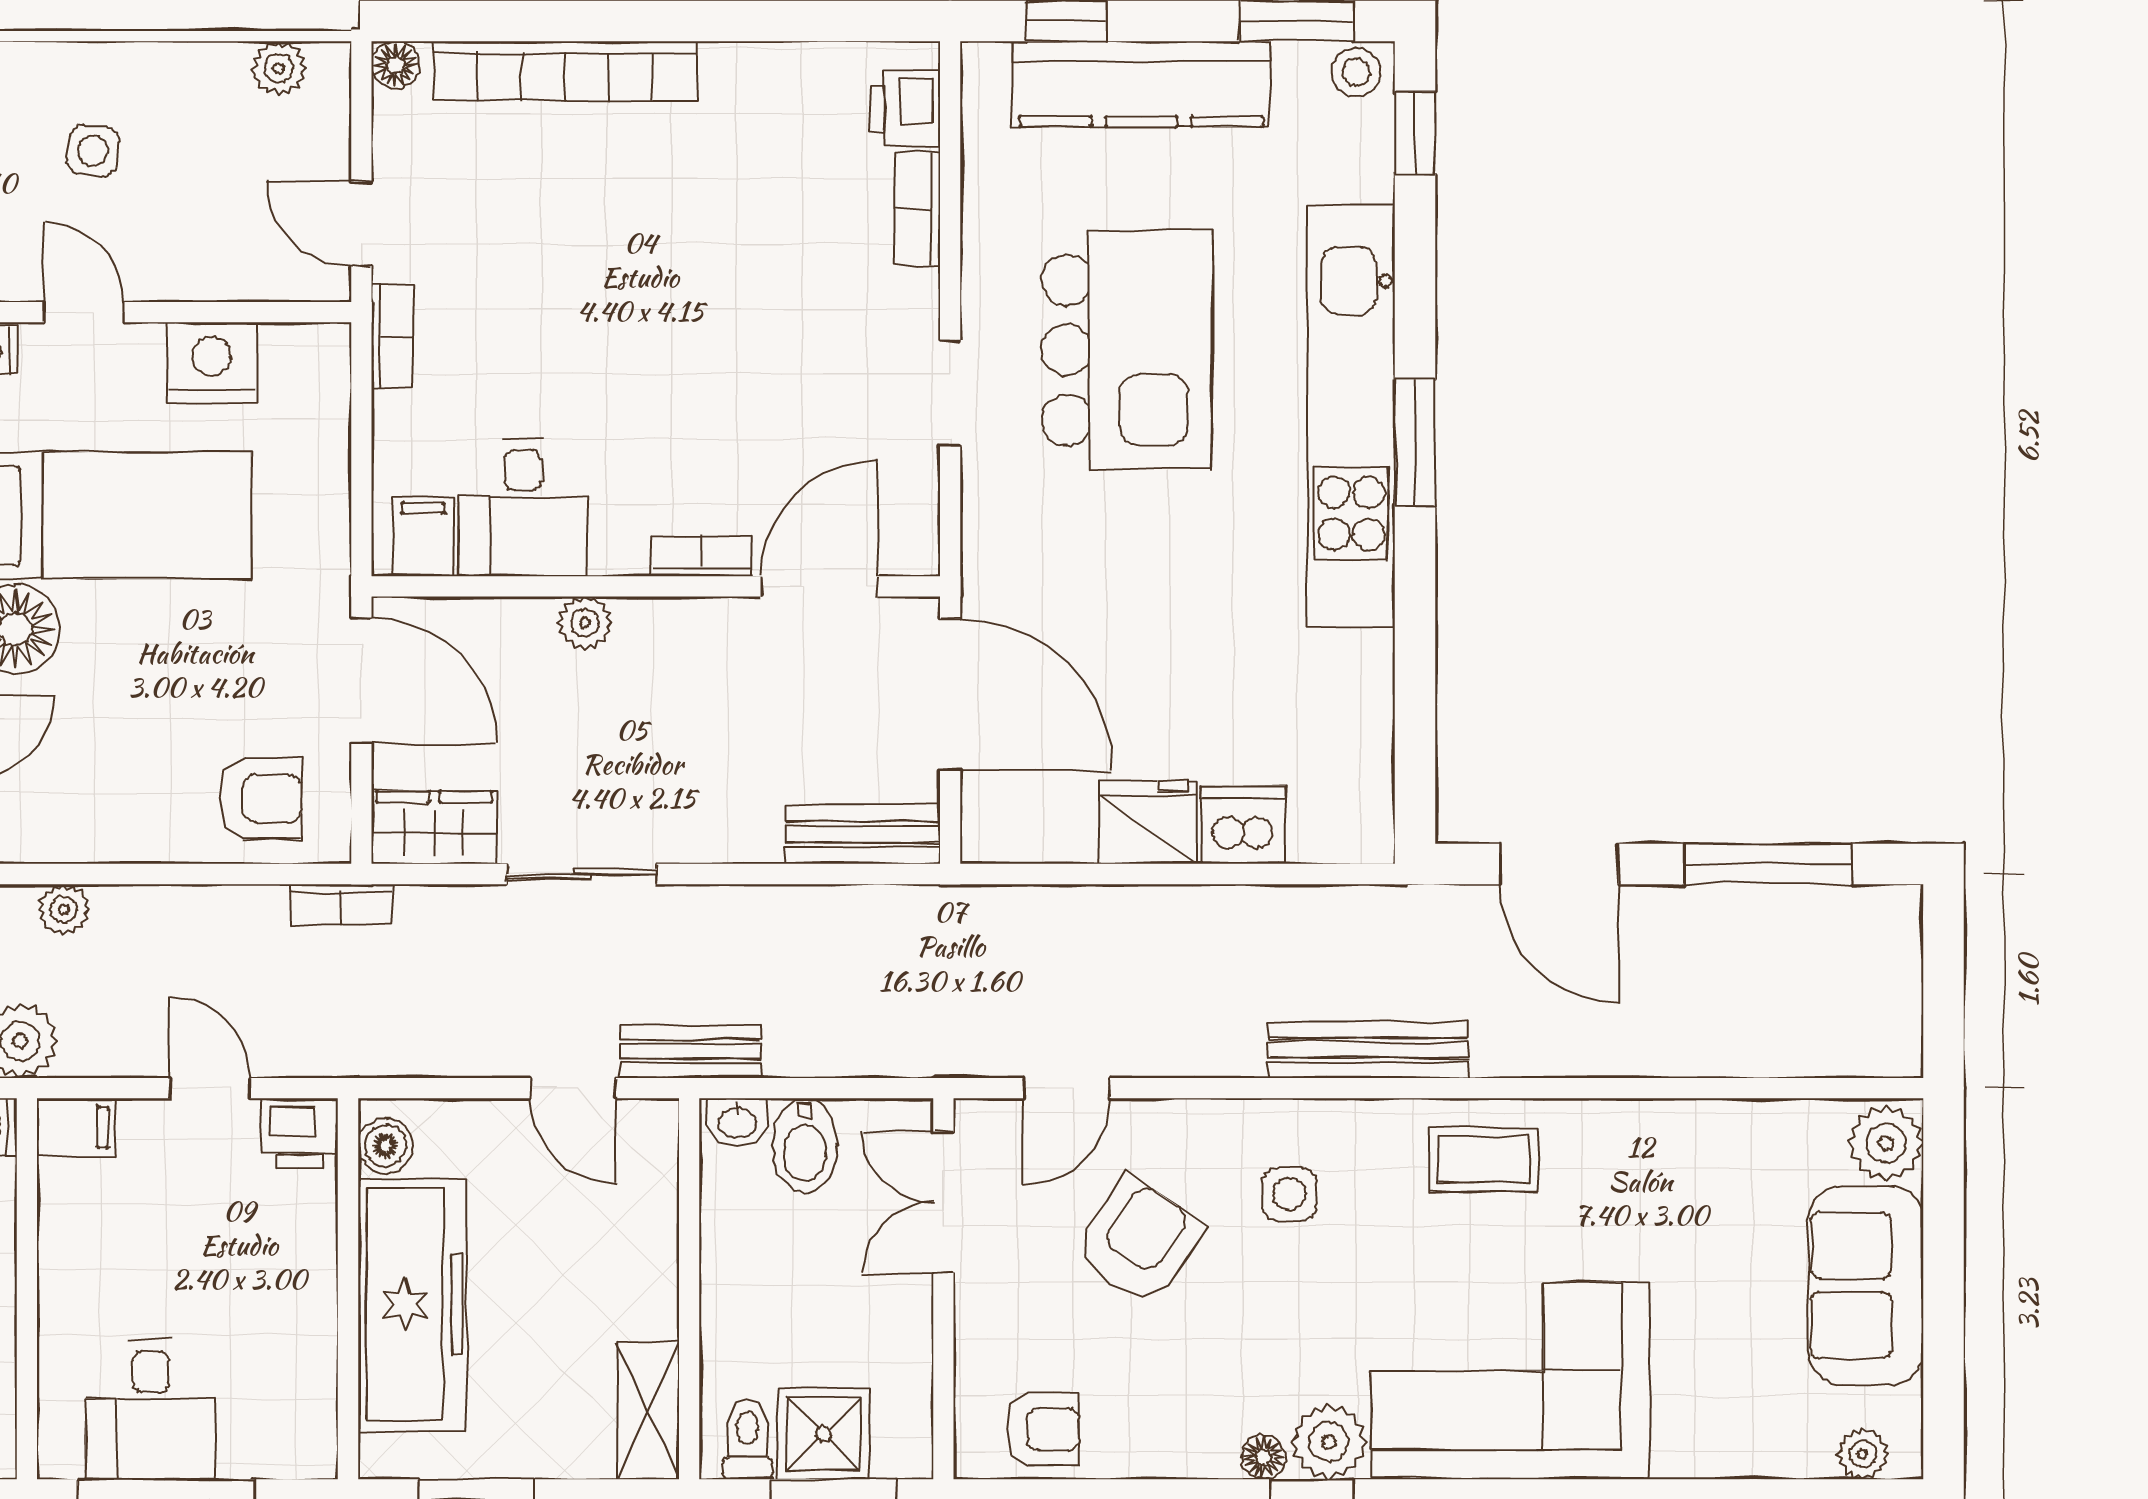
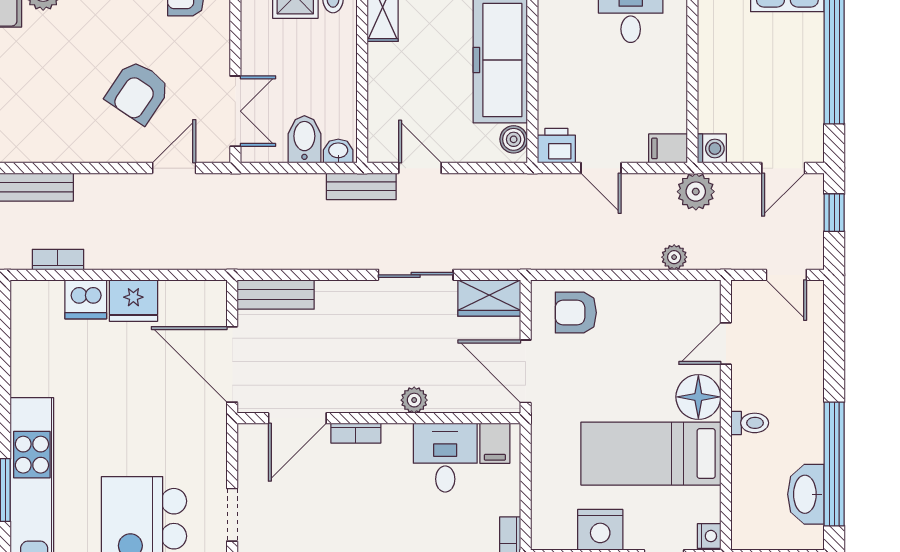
bookcase: (341, 905) -> (58, 260), moved
side table: (1289, 1194) -> (63, 115), removed

